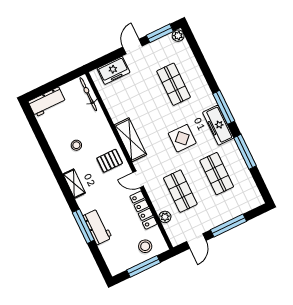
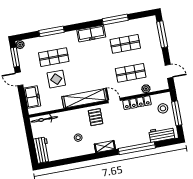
window: (224, 107) -> (52, 31), moved
display table: (182, 138) -> (56, 79), moved
shelving: (130, 140) -> (85, 98), width x1.47
door: (138, 179) -> (114, 101), swing flipped
window: (228, 225) -> (162, 34), moved
window: (83, 226) -> (137, 148), width x1.46
workbench: (98, 227) -> (162, 134), moved

